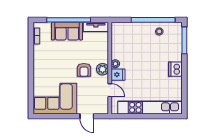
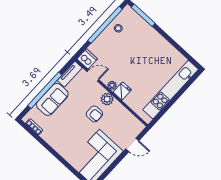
dishwasher: (175, 69) -> (87, 59), moved, turned 180
door: (110, 90) -> (93, 76), moved

